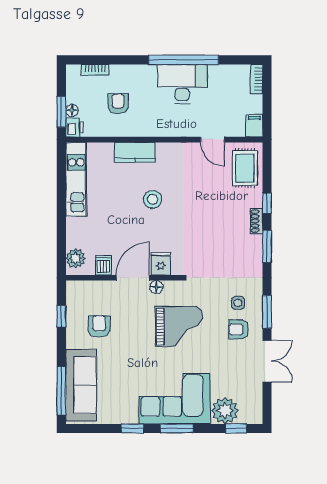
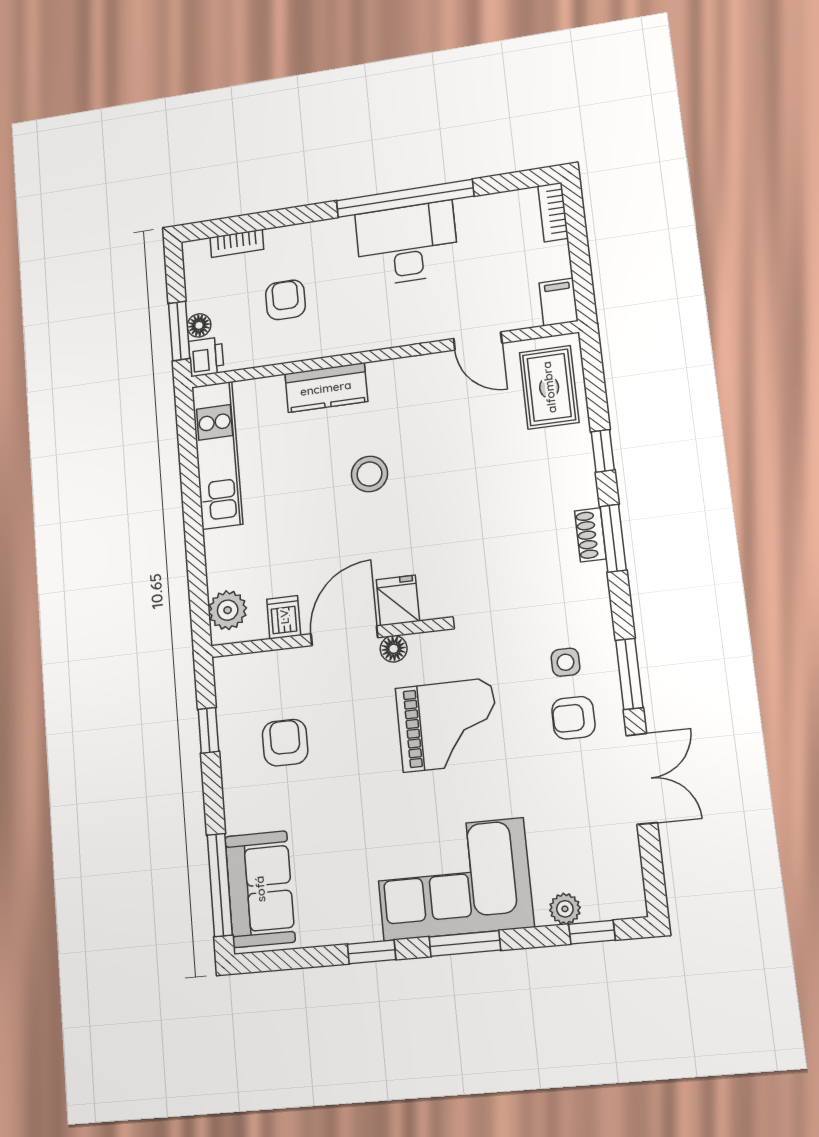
shoe rack: (256, 221) -> (590, 535), moved
sofa: (81, 385) -> (260, 889), width x0.73
plant: (225, 411) -> (565, 909), width x0.53, depth x0.53

